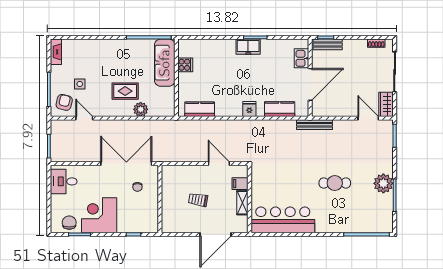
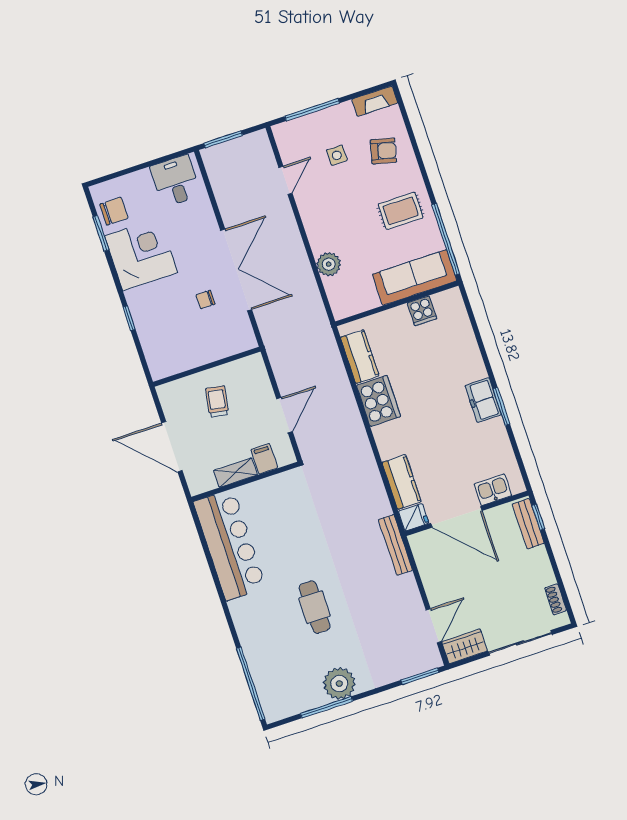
rug: (125, 91) -> (401, 211), moved, turned 90
armchair: (64, 102) -> (383, 151), moved
cooker: (229, 107) -> (379, 401), added
fridge: (249, 109) -> (414, 517), moved
wall: (160, 199) -> (207, 367), moved

